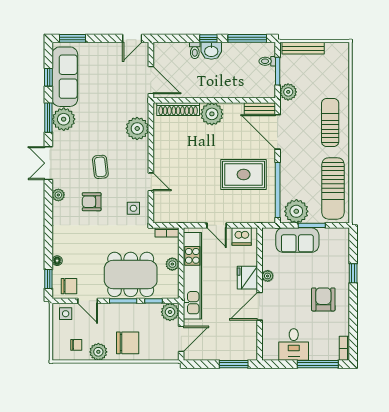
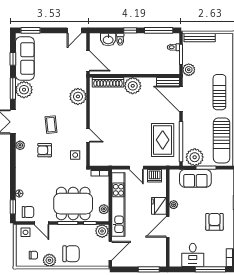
washbasin: (211, 51) -> (108, 40), moved
rug: (244, 174) -> (163, 140), moved, turned 90
plant: (172, 264) -> (104, 209), moved

